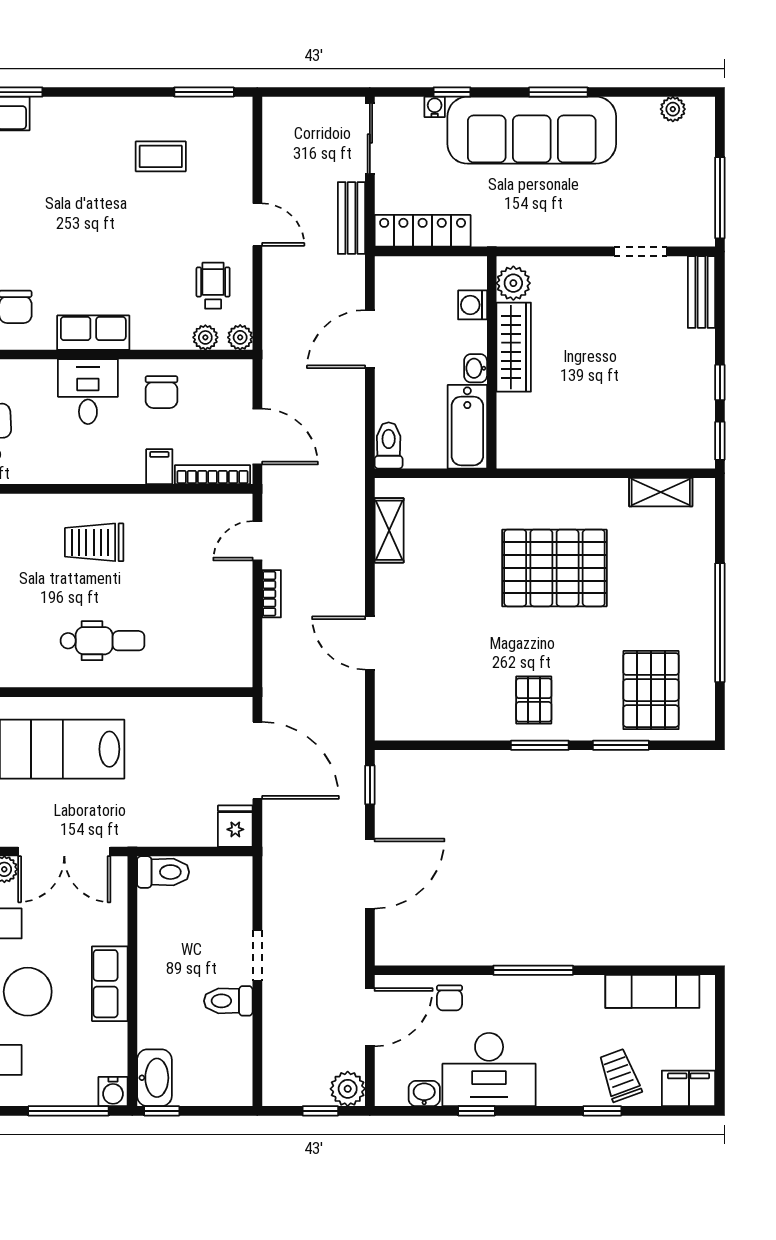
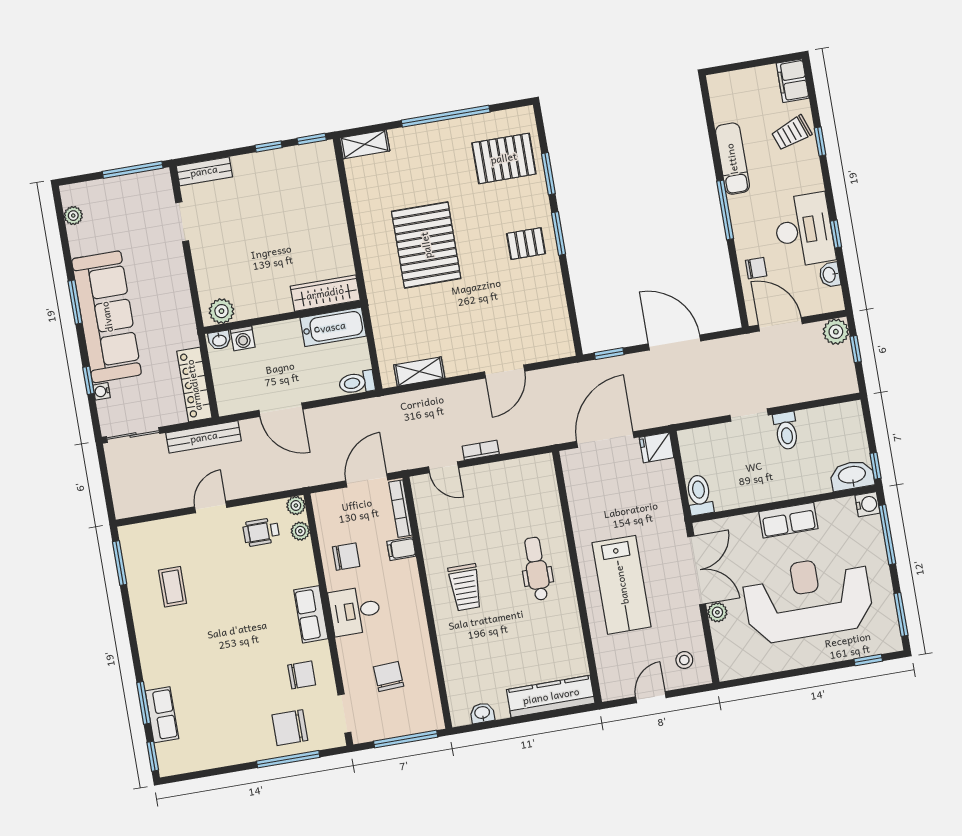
bench: (351, 218) -> (204, 437), width x1.36
wardrobe: (514, 347) -> (325, 293), moved
washbasin: (476, 368) -> (219, 340), moved
shelving: (661, 492) -> (365, 144), moved, turned 90
exam couch: (652, 991) -> (732, 159), moved

